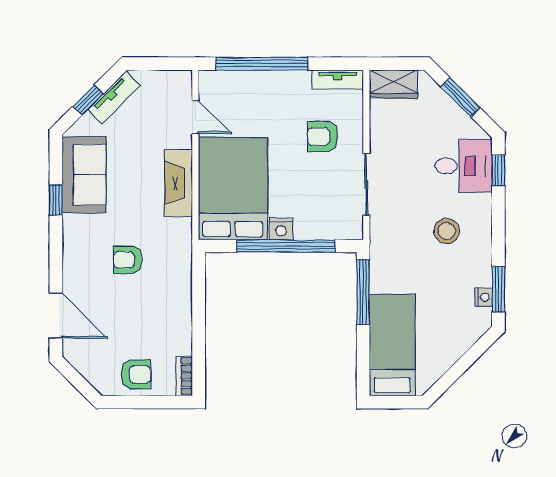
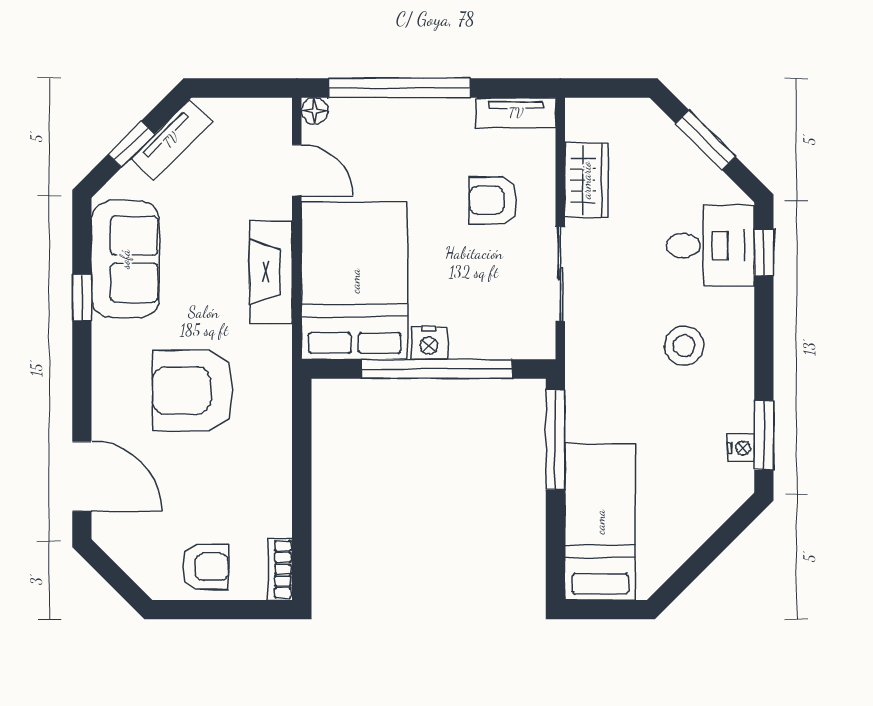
floor lamp: (207, 78) -> (315, 111), added
wardrobe: (393, 84) -> (586, 180), moved, turned -90
armchair: (128, 260) -> (193, 390), width x1.88, depth x1.88

